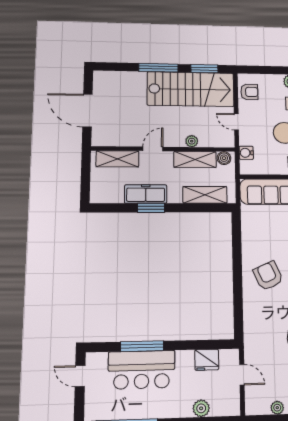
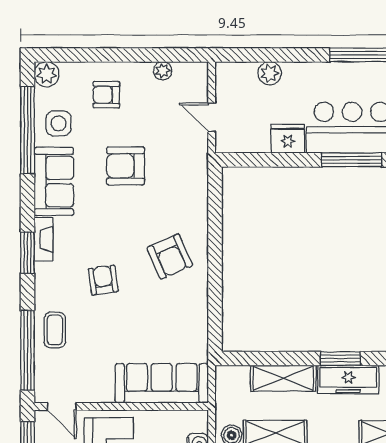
shelving: (205, 195) -> (283, 378), moved
fridge: (207, 360) -> (288, 139), moved

